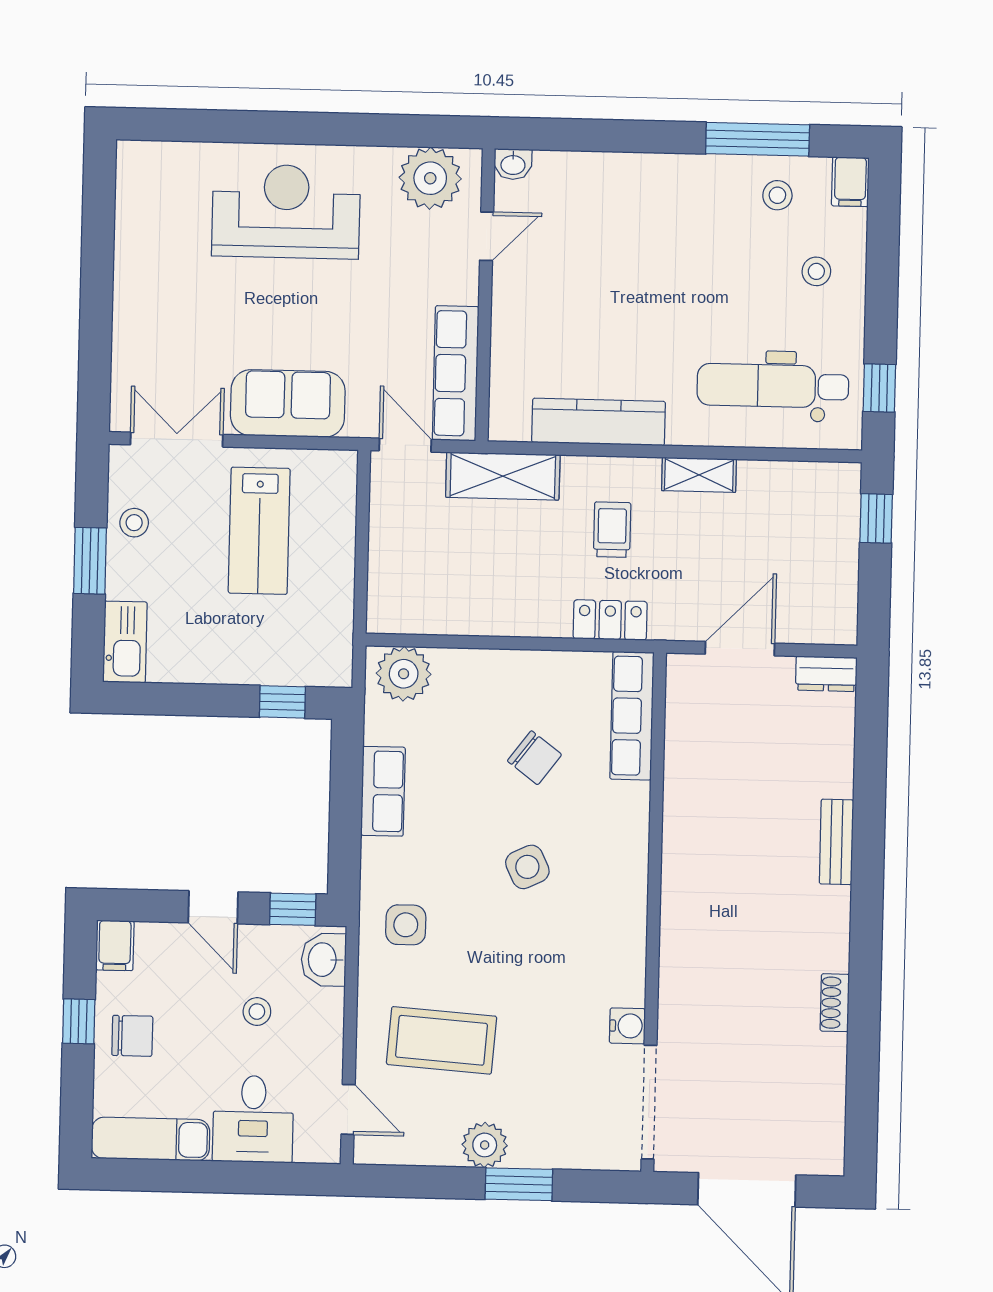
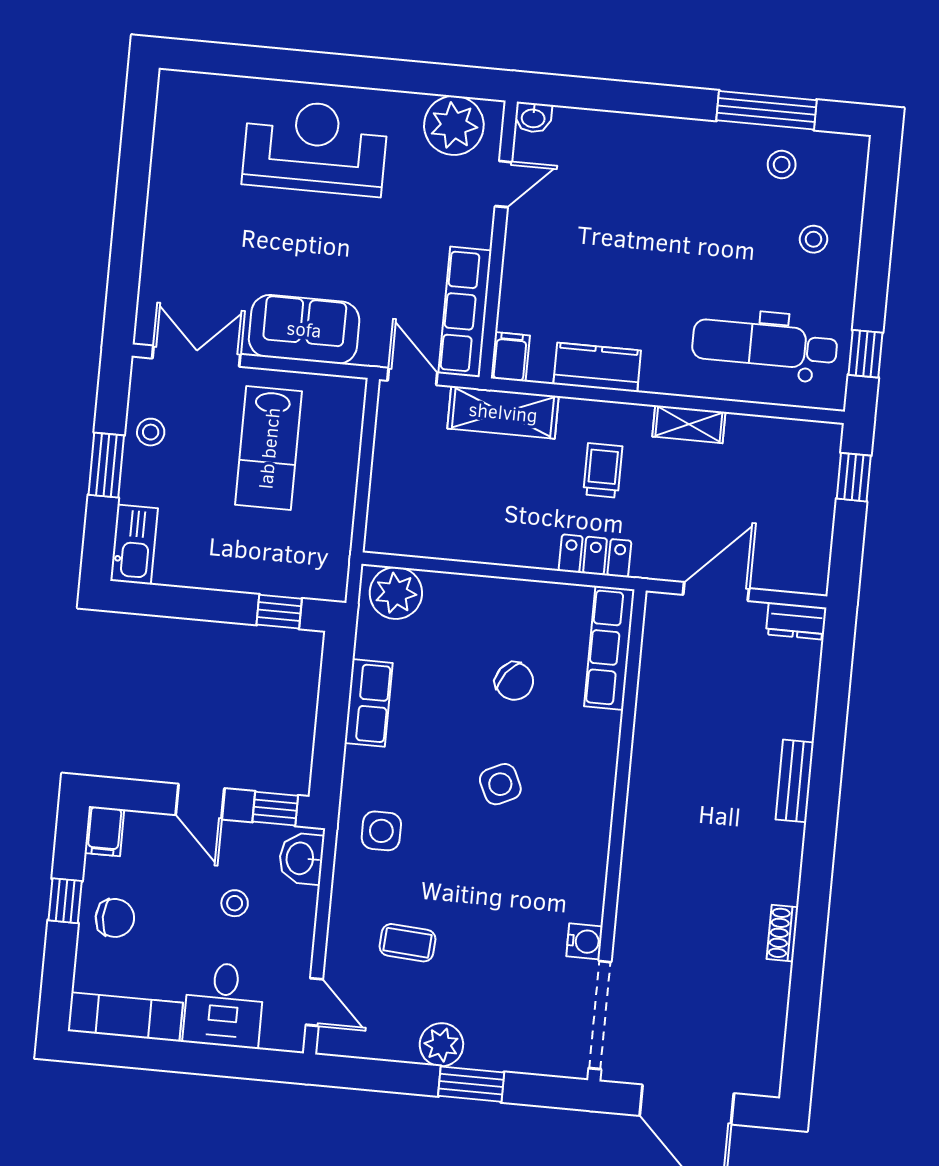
filing cabinet: (850, 182) -> (510, 357), moved, turned 180
kitchen counter: (599, 422) -> (597, 367), width x0.67
coffee table: (442, 1040) -> (408, 943), width x0.54, depth x0.58

